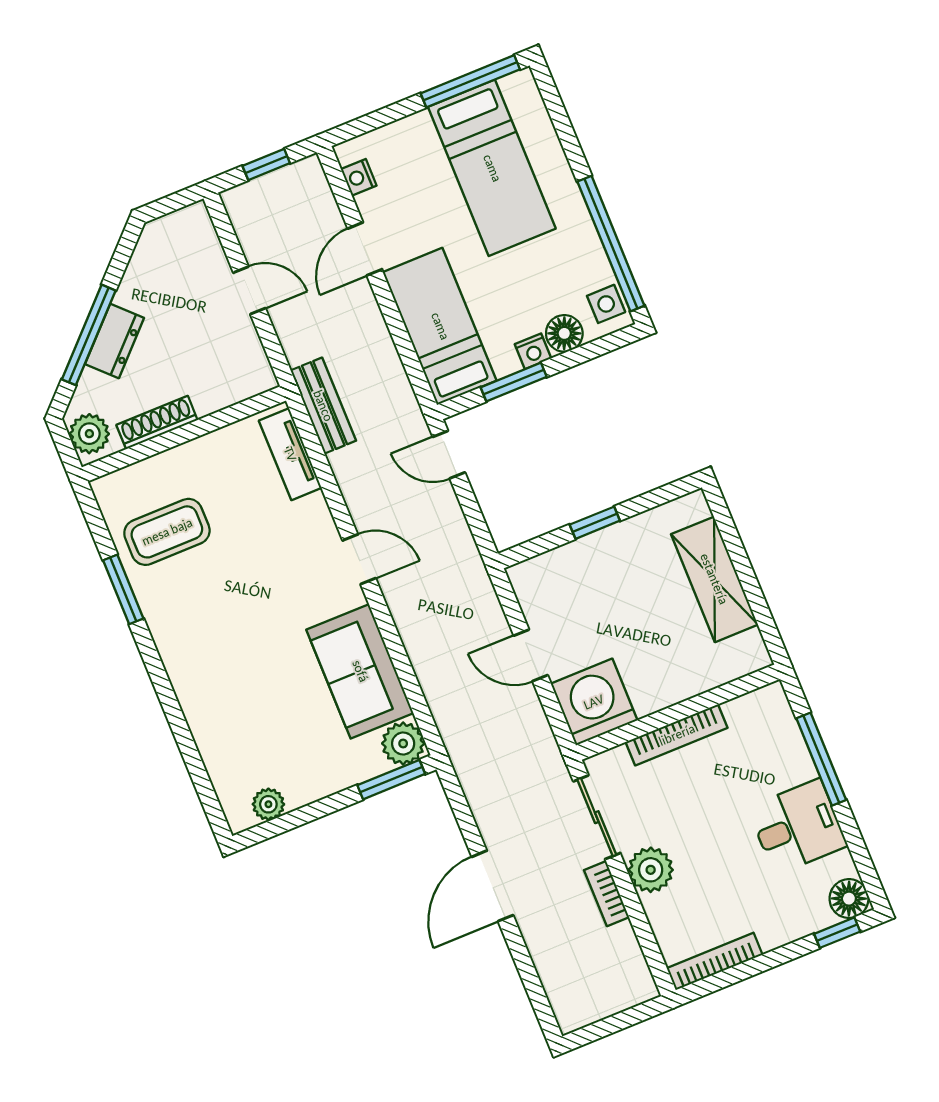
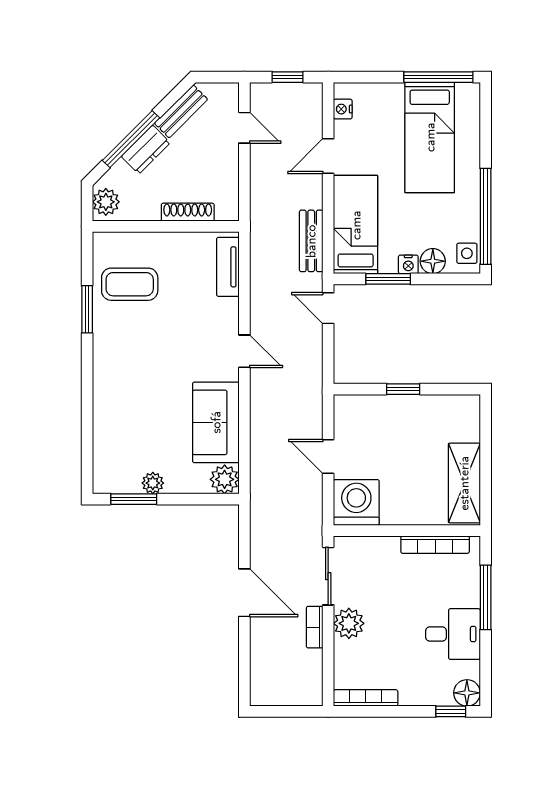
bench: (141, 270) -> (181, 111), added
door: (249, 290) -> (244, 128), moved
bench: (323, 406) -> (311, 241), moved
shoe rack: (157, 422) -> (188, 212), moved
shelving: (714, 579) -> (464, 483), moved
bookcase: (677, 735) -> (435, 545), moved
window: (391, 780) -> (134, 499), moved
plant: (268, 804) -> (153, 483), moved
door: (492, 886) -> (244, 593), swing flipped

